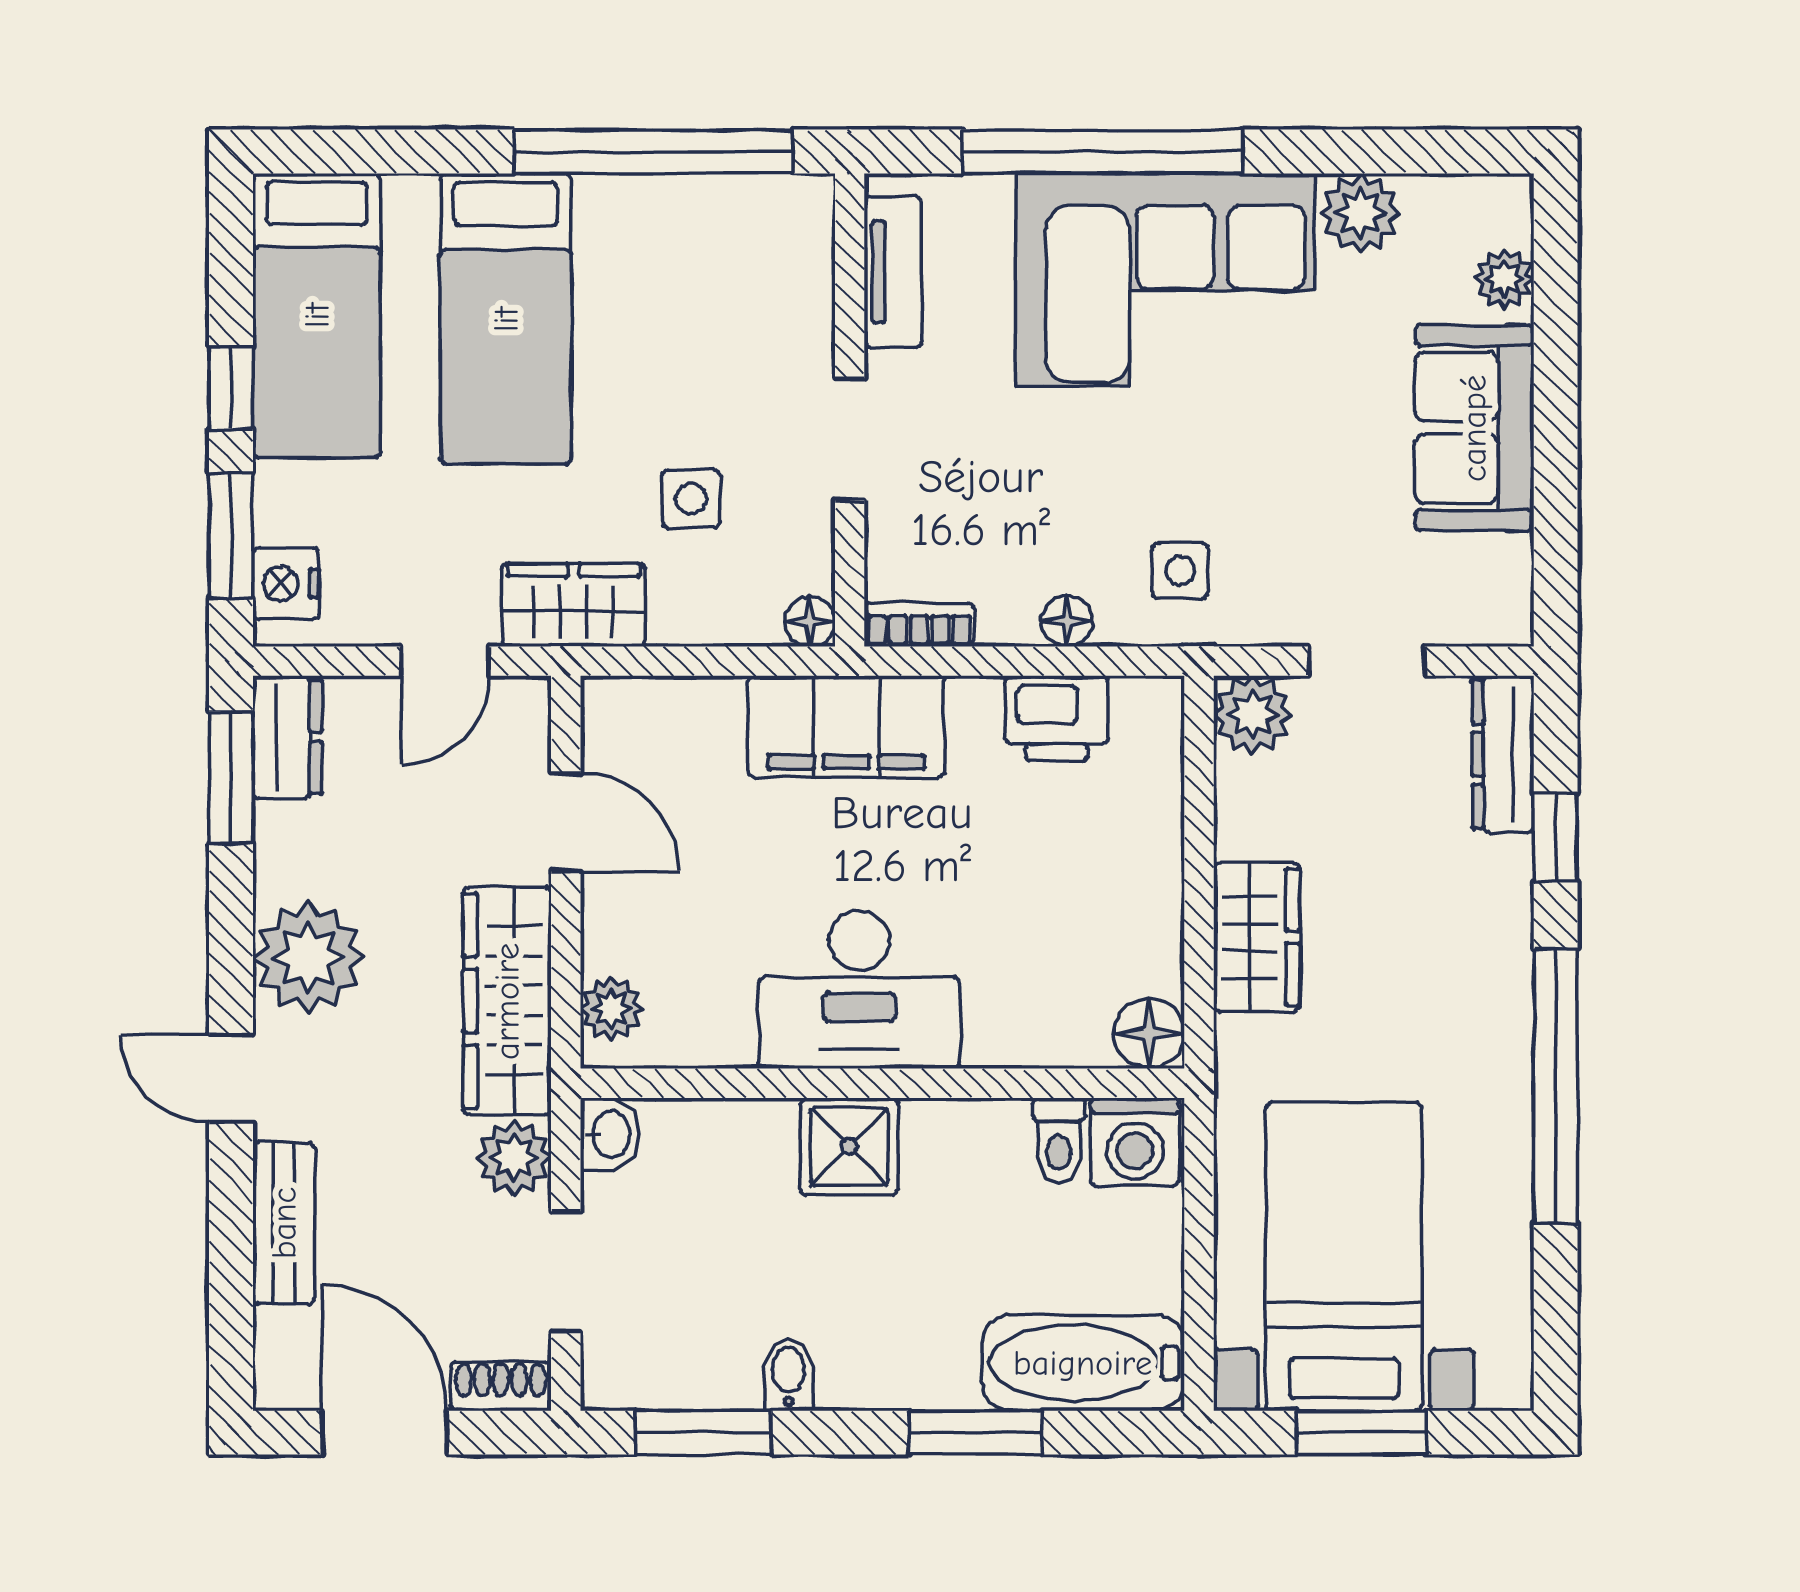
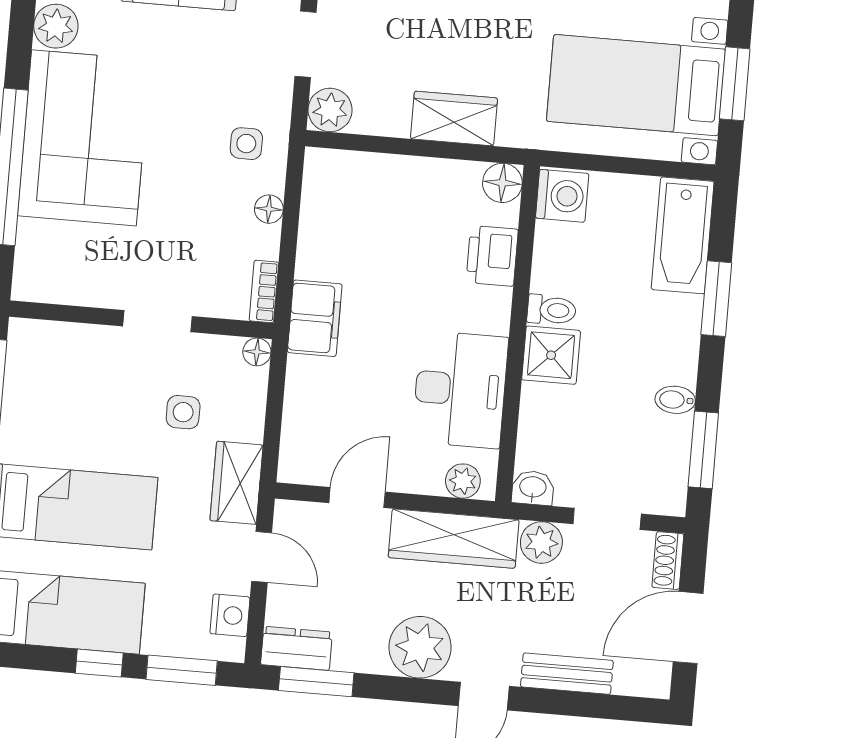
tv unit: (893, 272) -> (66, 289), removed
nightstand: (286, 584) -> (230, 615), moved, turned -90
printer: (1057, 718) -> (492, 256), moved, turned 180
filing cabinet: (846, 726) -> (315, 318), width x0.67, depth x0.86
desk: (859, 990) -> (460, 390), moved
toilet: (1059, 1140) -> (552, 310), moved

